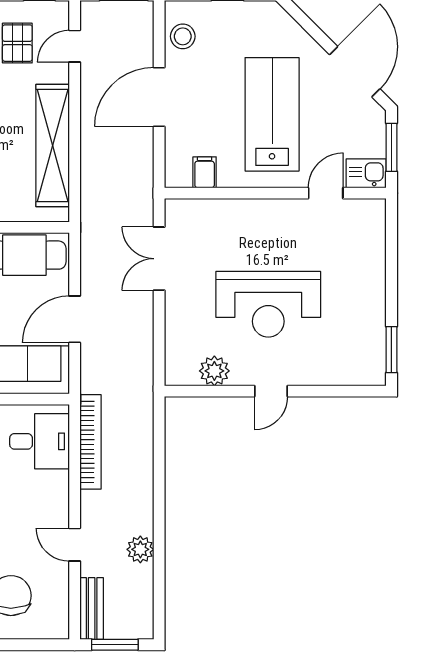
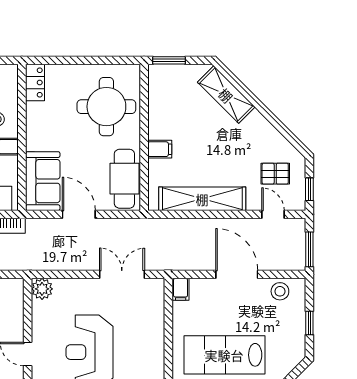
lab bench: (272, 114) -> (224, 355), turned 180
filing cabinet: (205, 172) -> (181, 289), moved, turned 90
plant: (214, 371) -> (42, 289), moved

